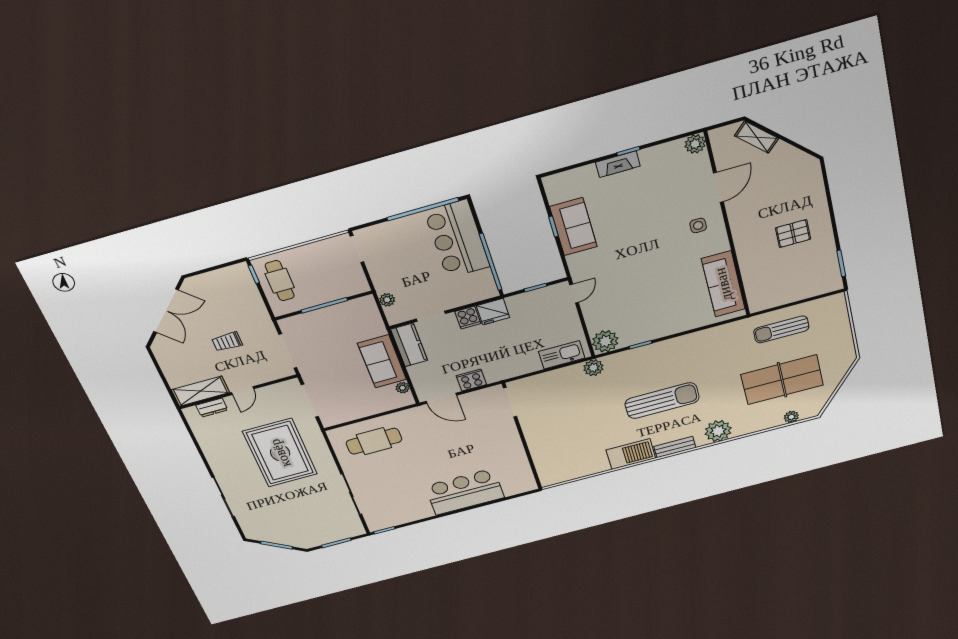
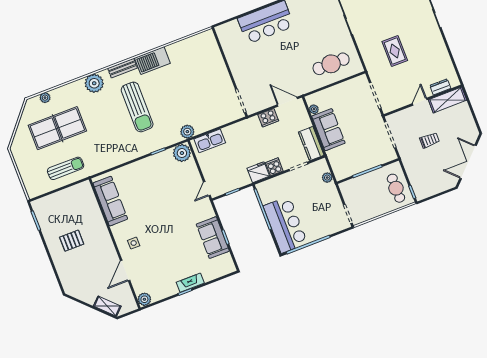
sun lounger: (662, 401) -> (137, 107), turned -90
rug: (280, 453) -> (395, 51), width x0.54, depth x0.49

